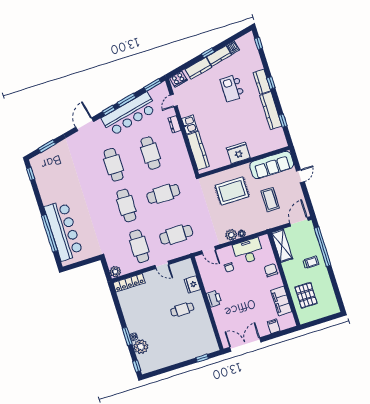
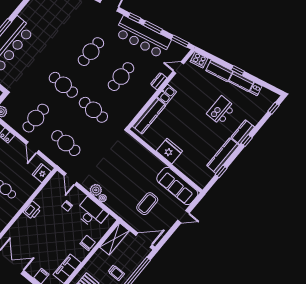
rug: (232, 191) -> (133, 167), removed
cafe table: (126, 206) -> (63, 85), turned 90
fridge: (192, 284) -> (42, 173), moved

